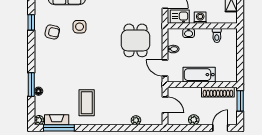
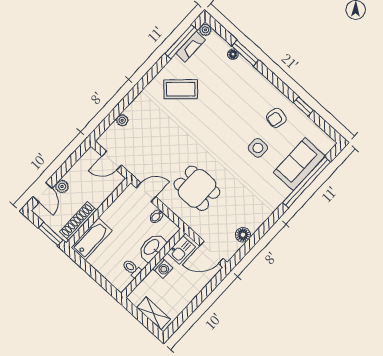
washbasin: (189, 33) -> (152, 247), width x1.91, depth x1.45
bathtub: (199, 75) -> (92, 239), moved
coffee table: (87, 103) -> (181, 89), turned -43
plant: (194, 120) -> (62, 187), moved

